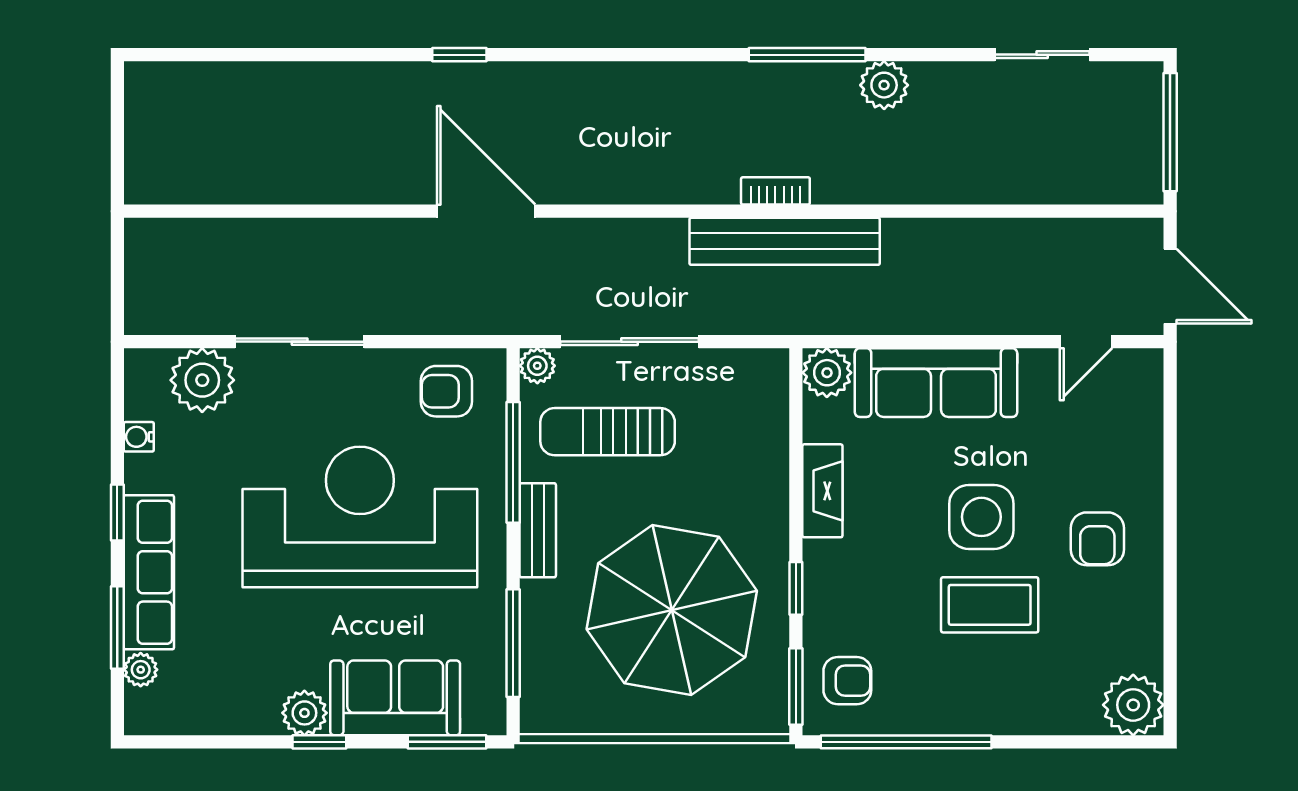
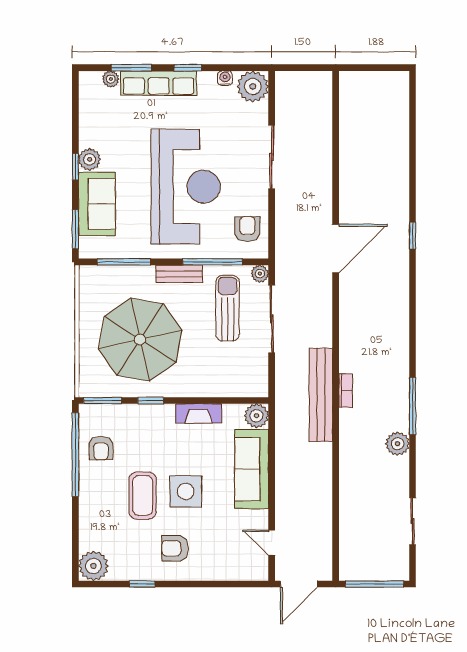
plant: (202, 380) -> (253, 87), moved
window: (1170, 606) -> (142, 584), added
armchair: (847, 681) -> (101, 448), moved

